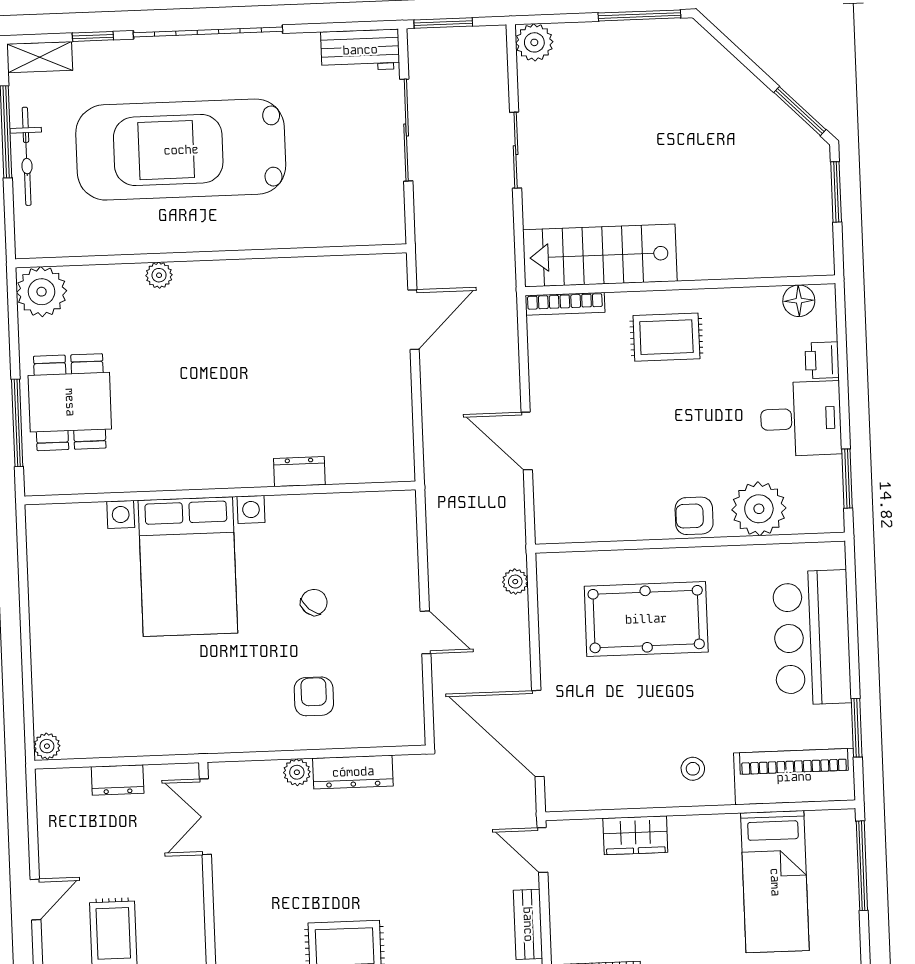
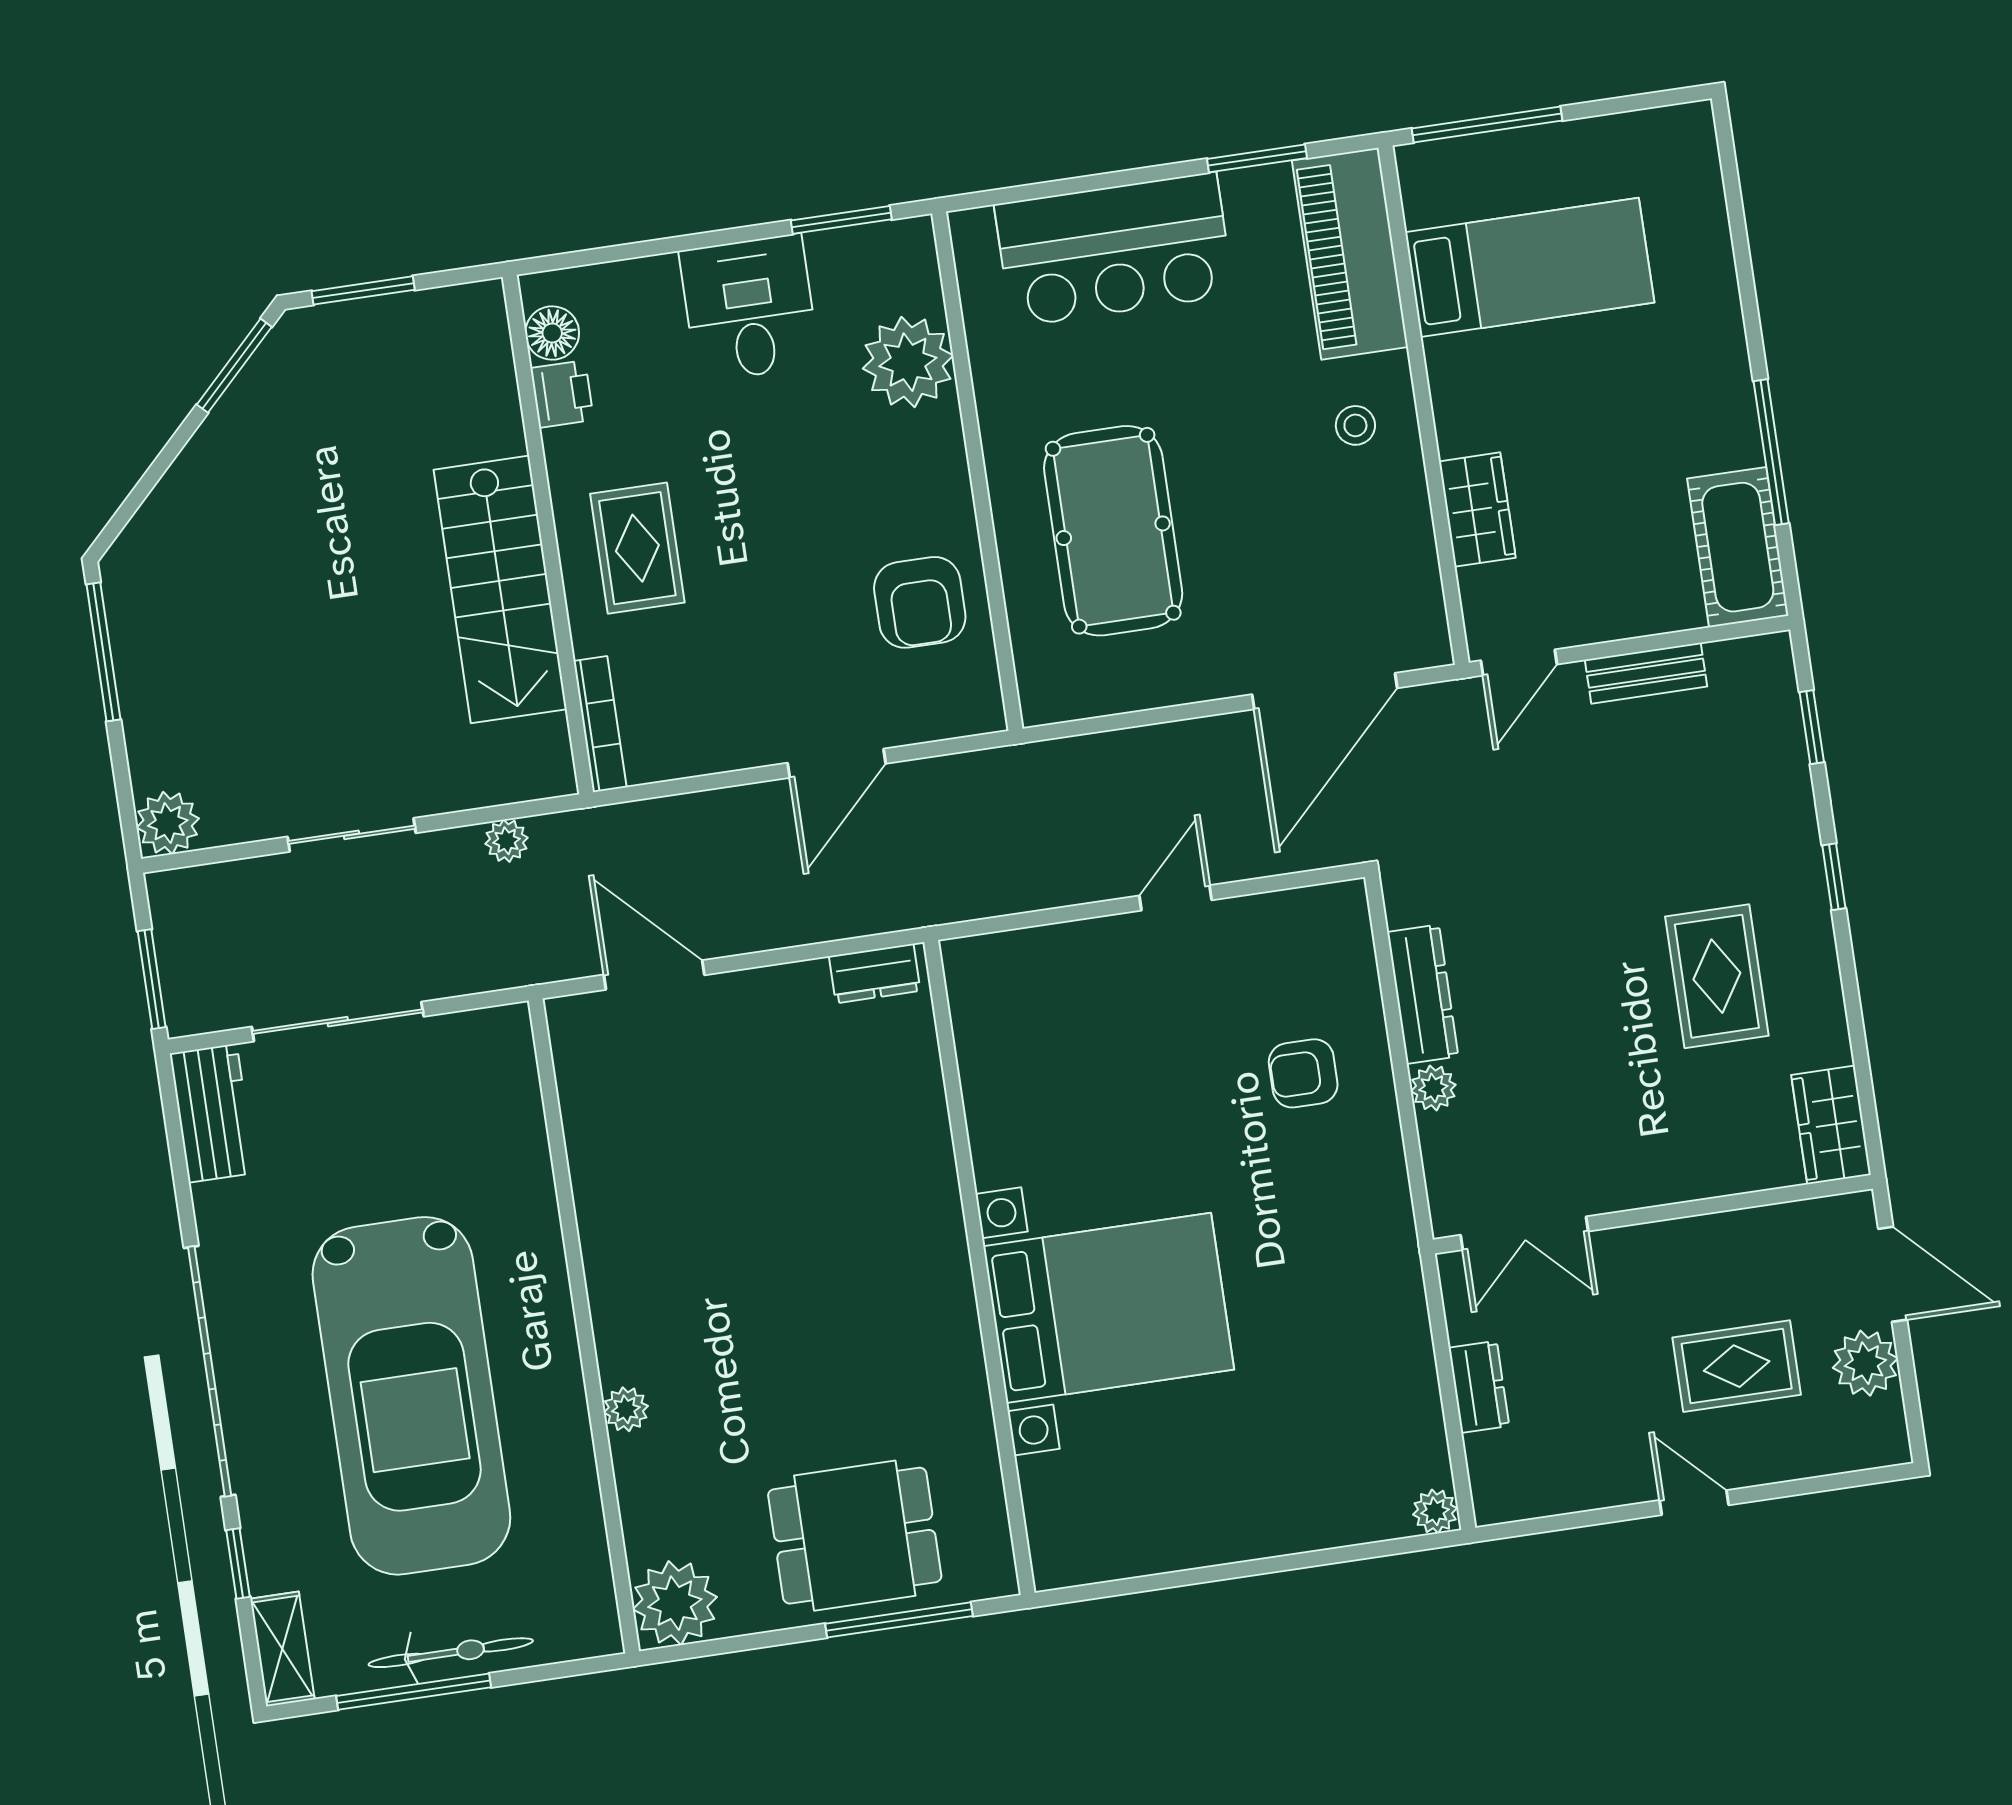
stairs: (600, 256) -> (500, 589), moved
printer: (822, 360) -> (562, 394), moved, turned -90
dresser: (299, 472) -> (875, 974), moved, turned -90
armchair: (694, 516) -> (920, 602), moved, width x1.38, depth x1.38
plant: (515, 582) -> (507, 841), moved
chair: (314, 602) -> (1146, 1090), removed

